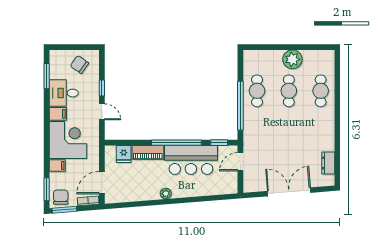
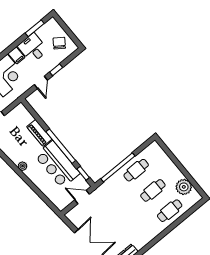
plant: (292, 59) -> (184, 187), moved
fridge: (124, 154) -> (26, 118), removed

